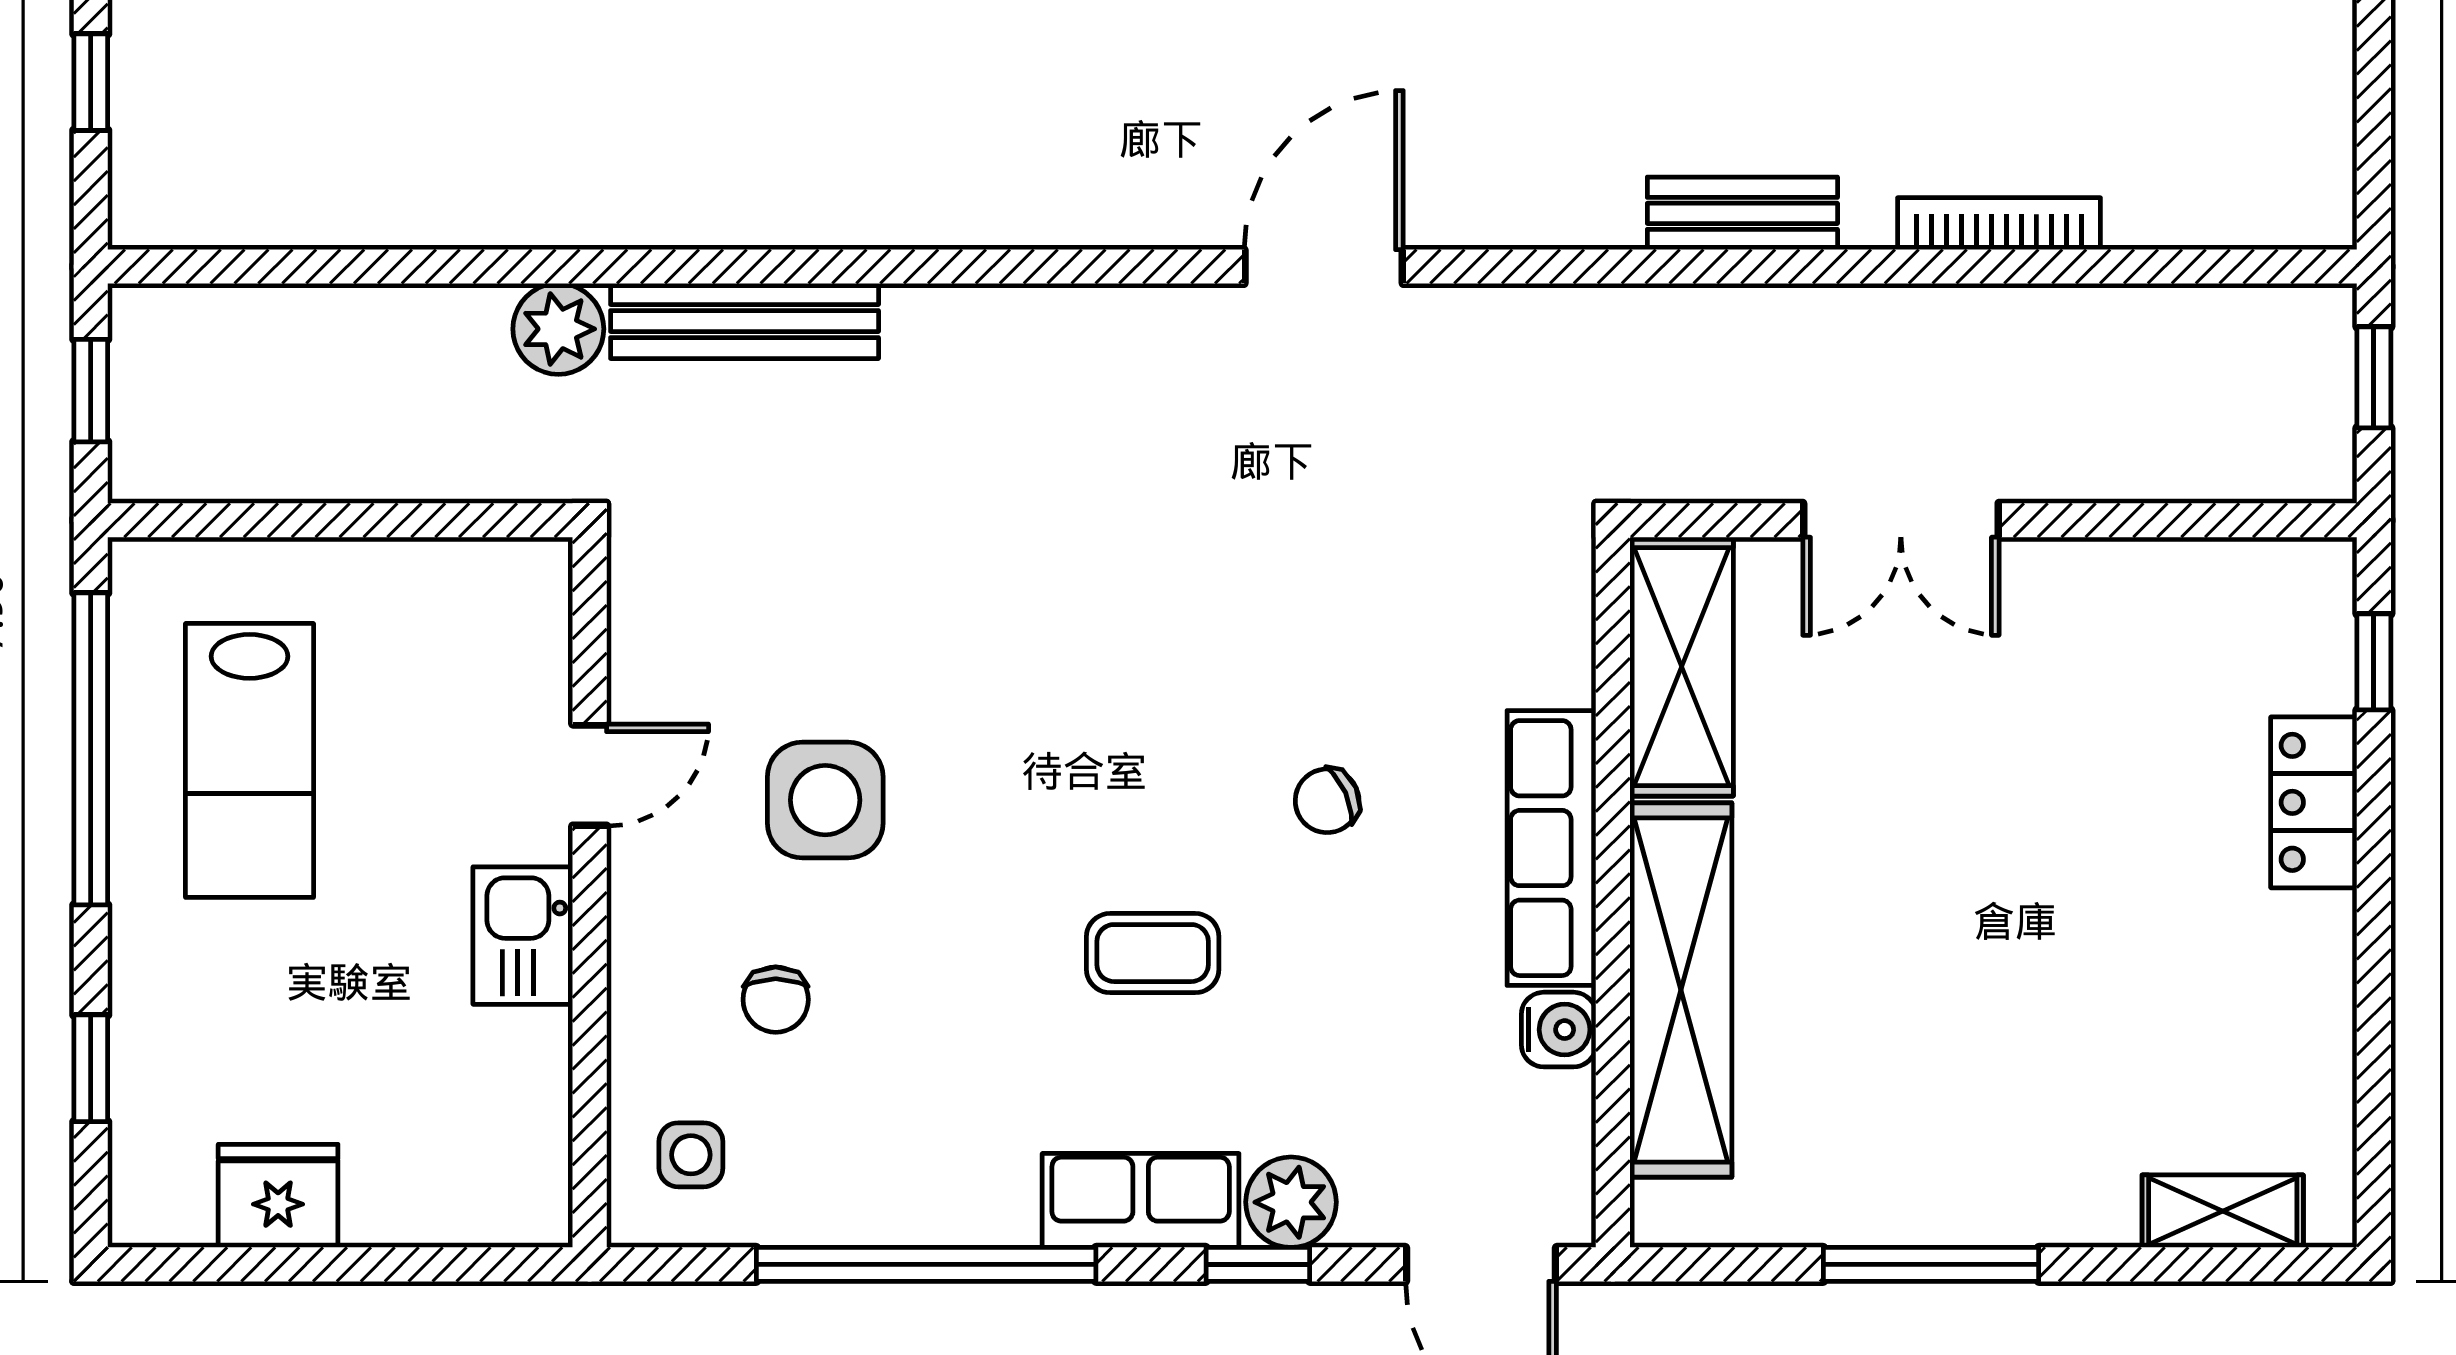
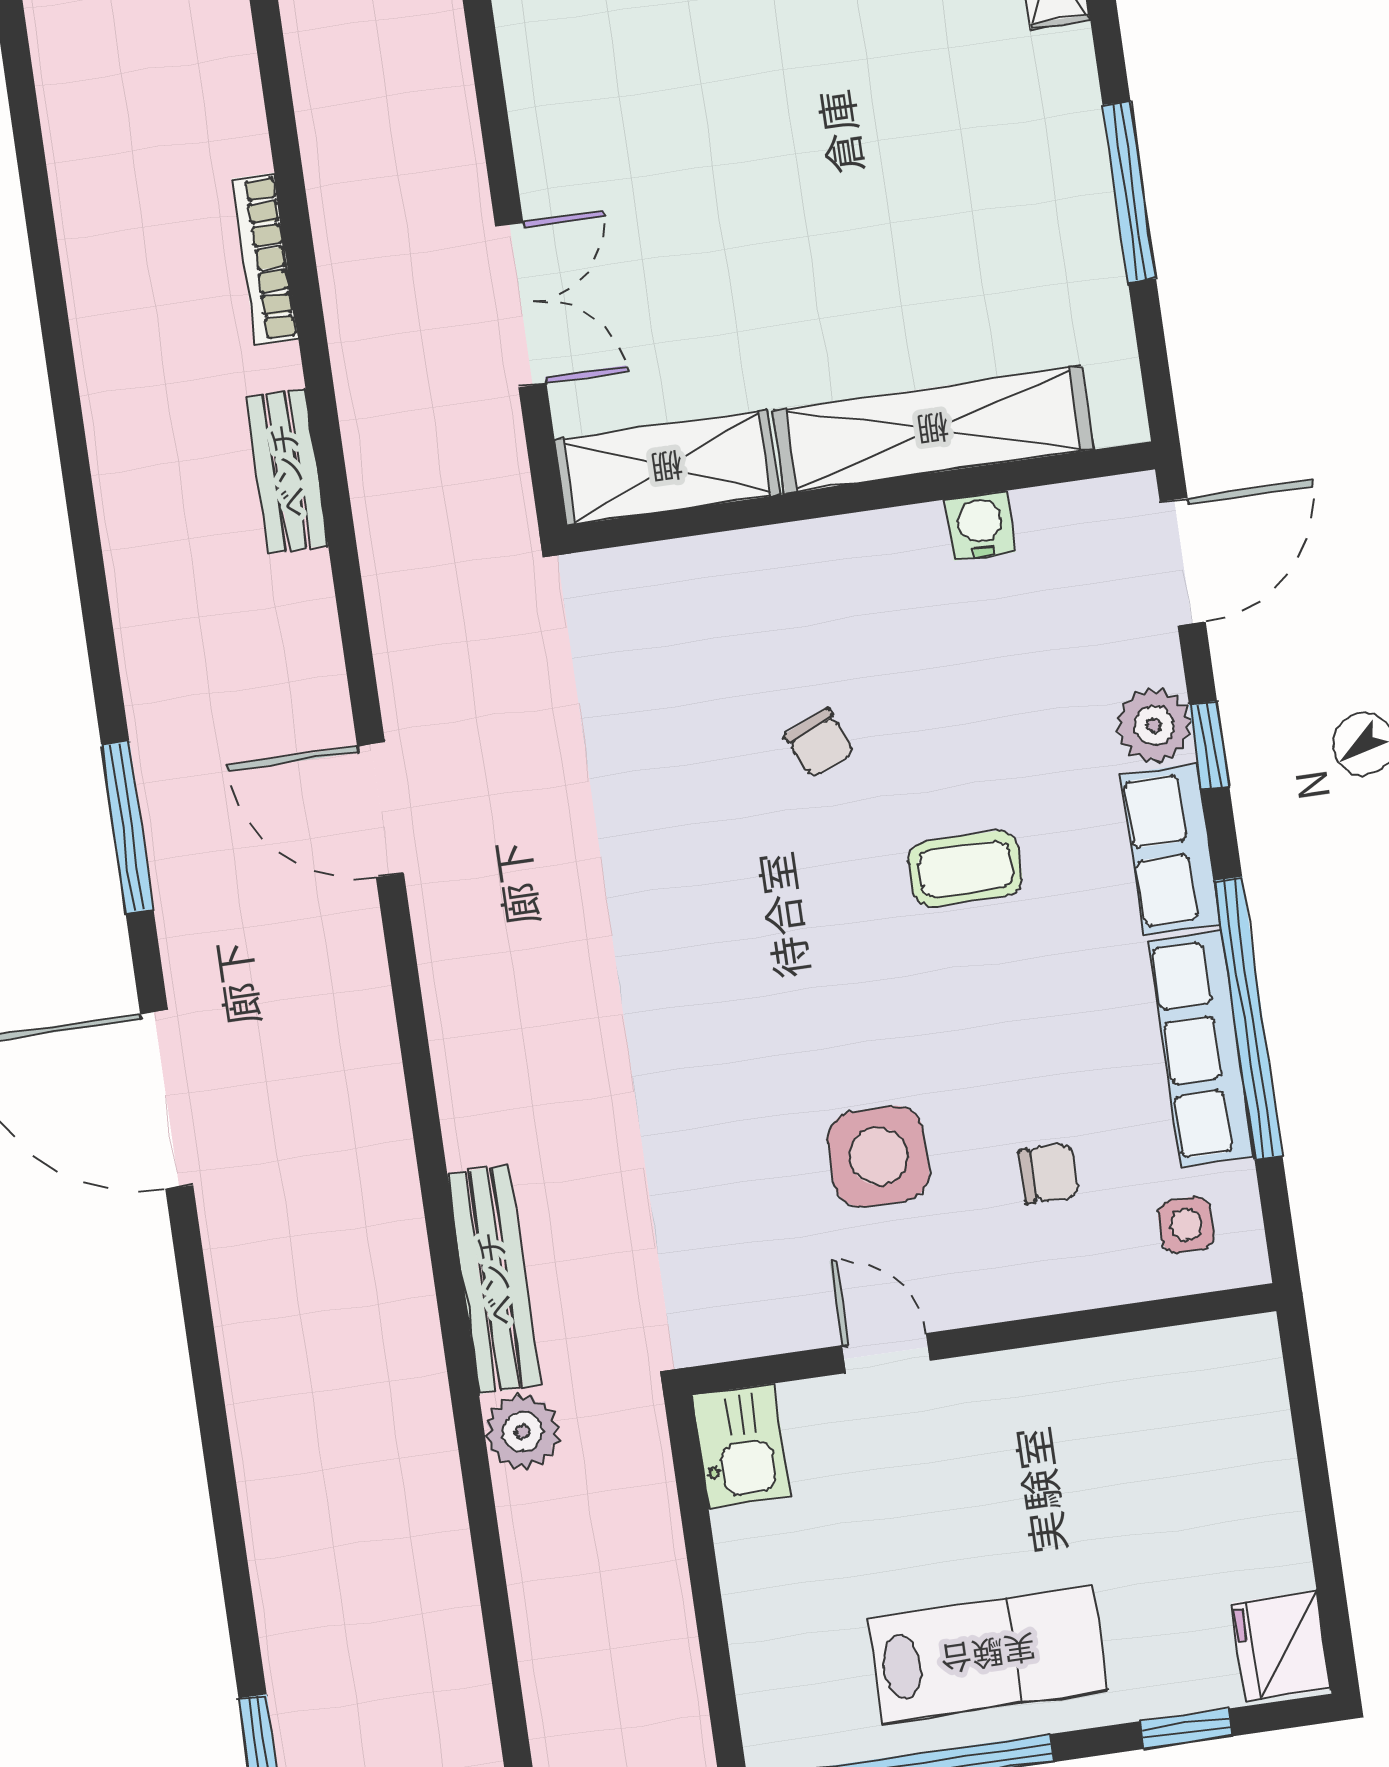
lab bench: (250, 760) -> (988, 1655), moved
row of seats: (1551, 848) -> (1201, 1049), moved, turned 90
kitchen sink: (523, 936) -> (741, 1446), moved, turned -90
coffee table: (1153, 953) -> (965, 869), turned 90
fridge: (278, 1196) -> (1281, 1646), moved

